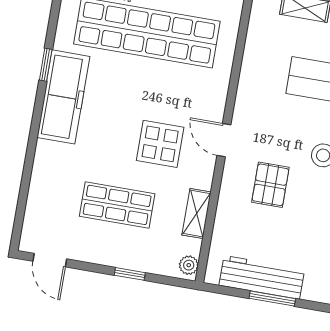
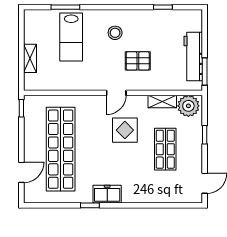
freezer: (63, 97) -> (107, 194), width x0.52, depth x0.79
plant: (189, 265) -> (188, 106), width x1.87, depth x1.87
window: (272, 299) -> (205, 71), moved

